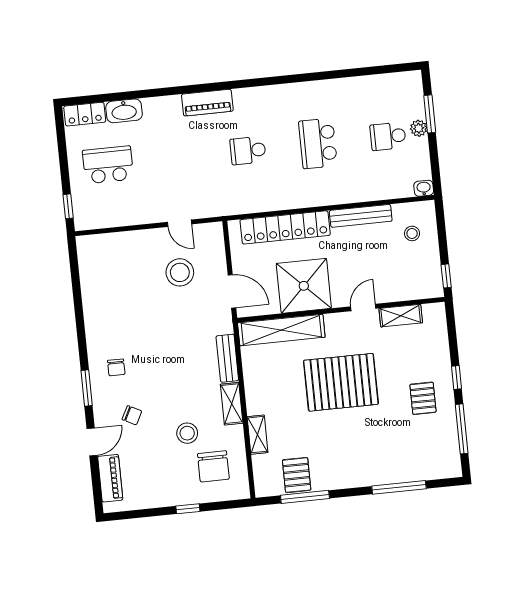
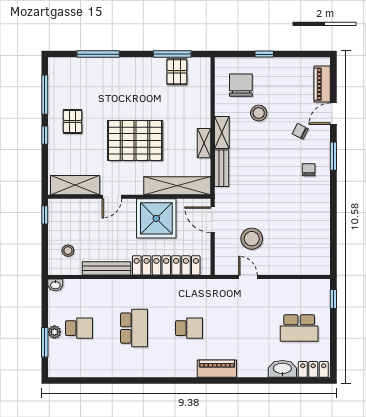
shelving: (401, 316) -> (75, 185), width x1.50, depth x1.33
shelving: (258, 435) -> (204, 143), moved

